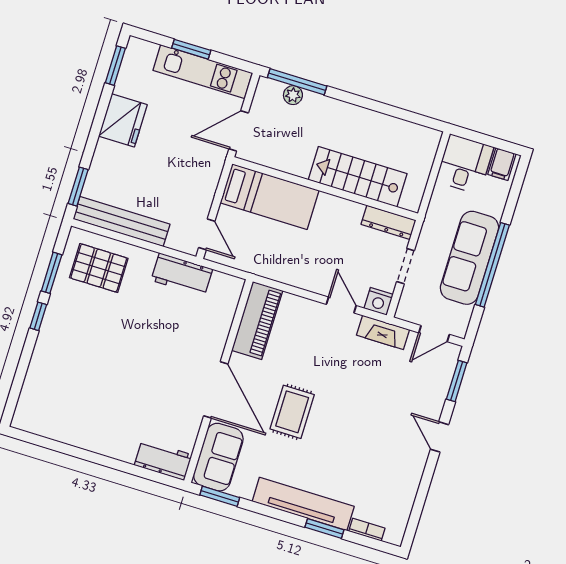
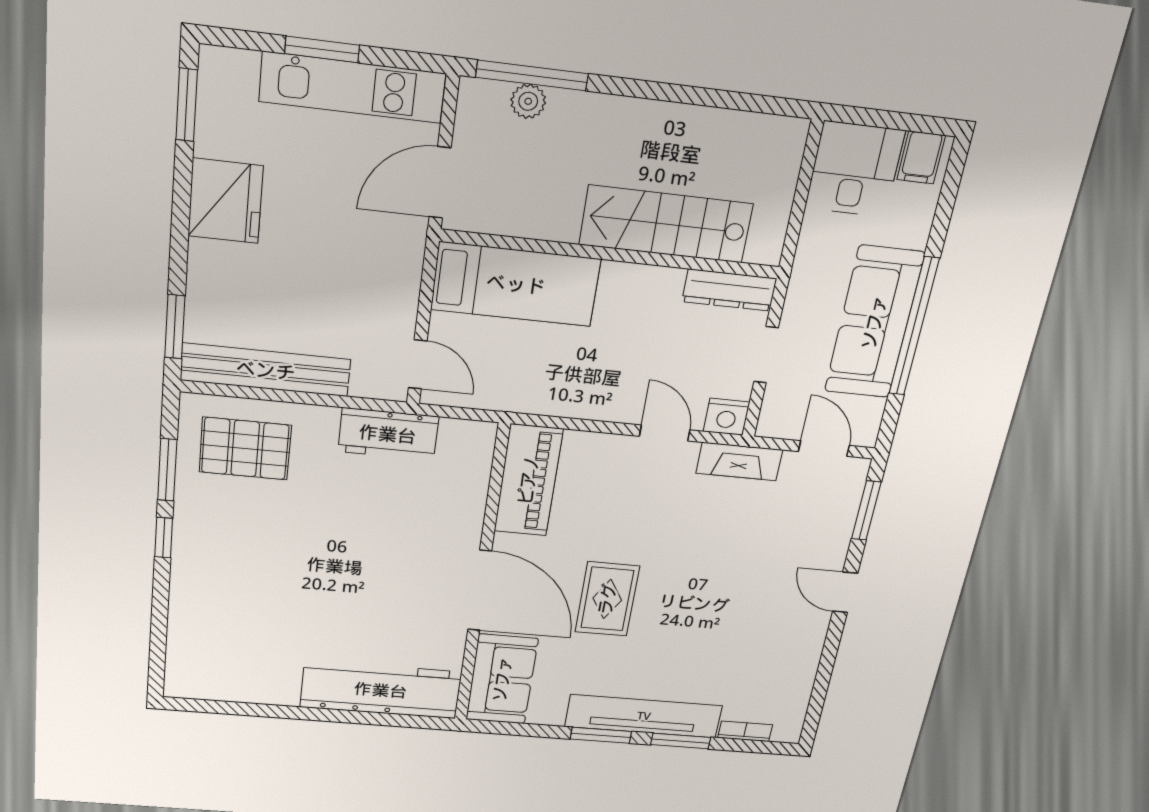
door: (434, 334) -> (824, 449), swing flipped
workbench: (163, 460) -> (381, 690), width x1.88, depth x1.32
window: (220, 496) -> (601, 735), moved

